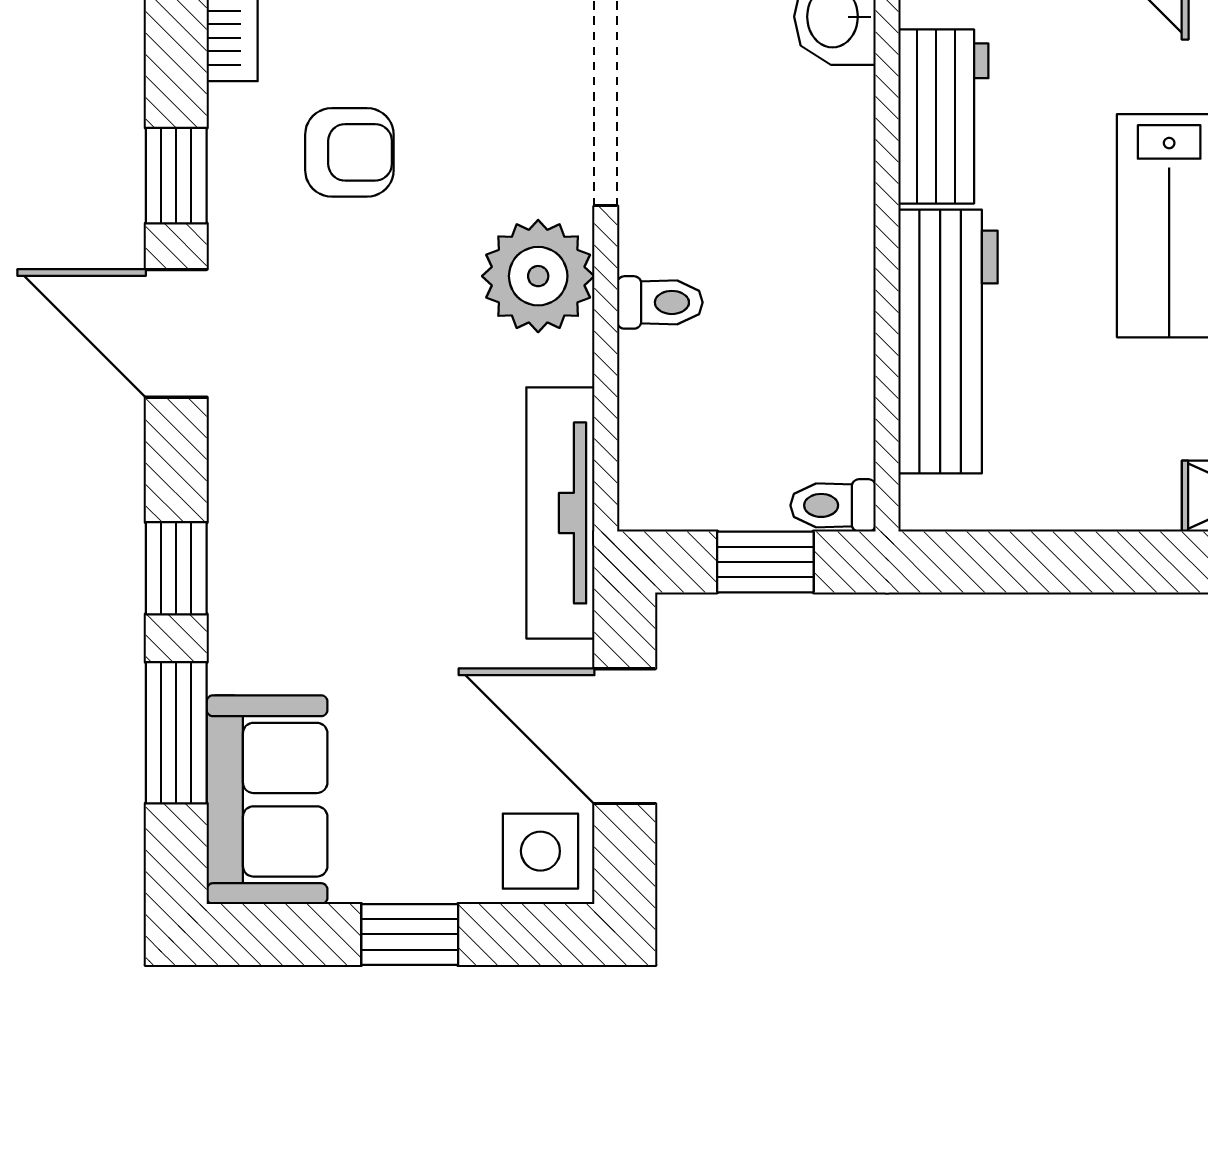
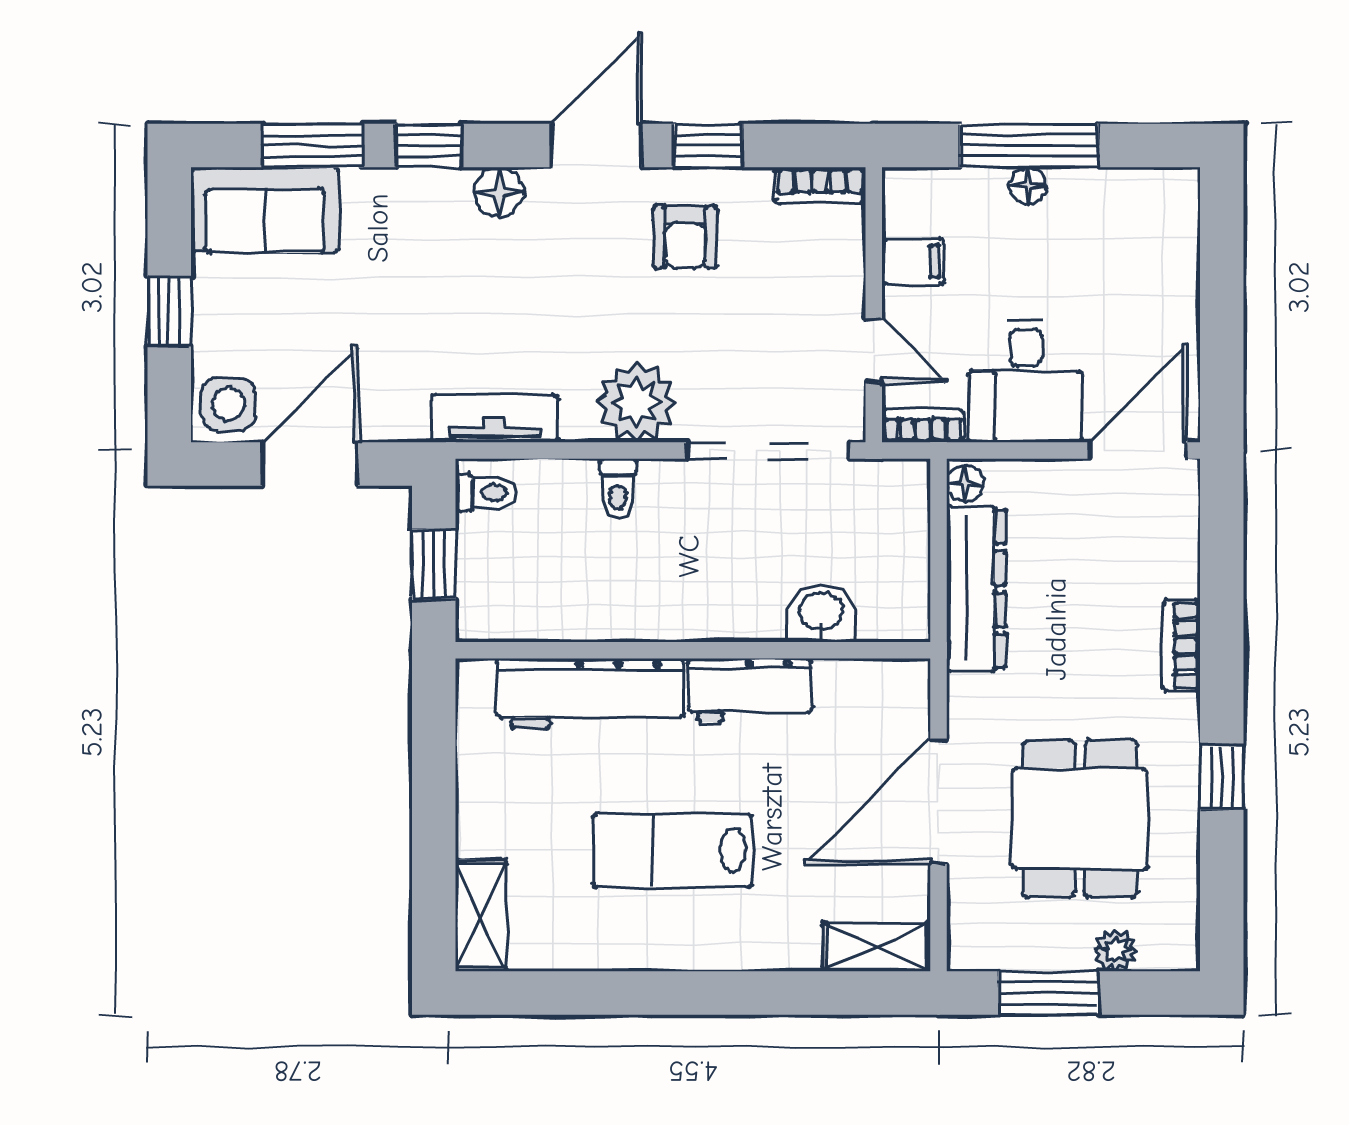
armchair: (349, 152) -> (685, 237), moved
floor lamp: (241, 470) -> (499, 192), added
toilet: (833, 505) -> (486, 493), moved, turned 90
tv unit: (560, 513) -> (494, 418), width x0.71

